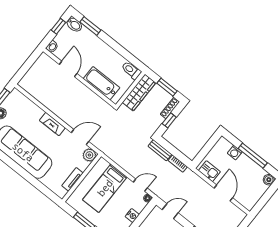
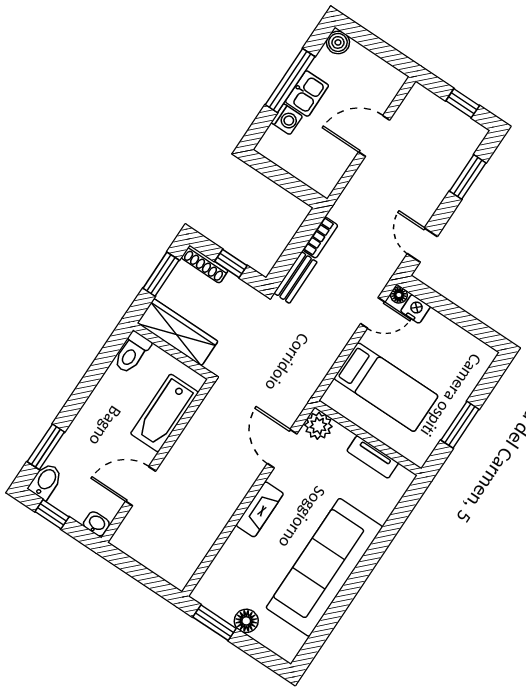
kitchen sink: (209, 171) -> (307, 94), moved, turned 180
door: (140, 185) -> (373, 313), swing flipped
nightstand: (132, 216) -> (416, 309), moved

